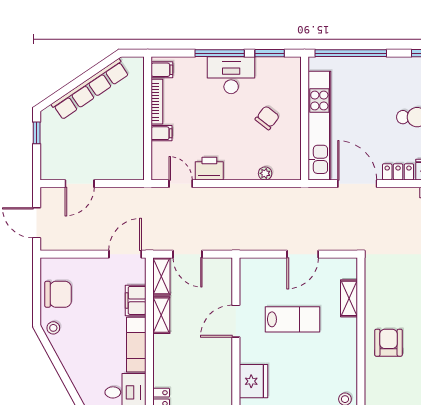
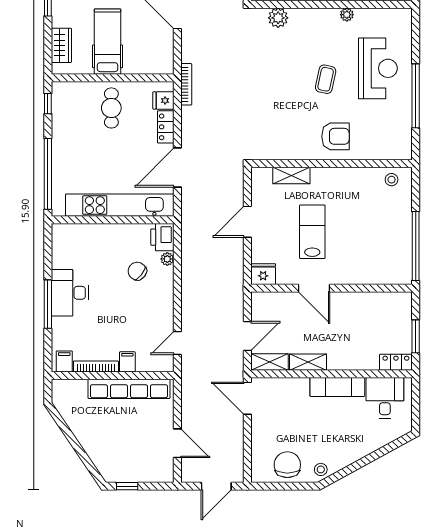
window: (270, 53) -> (48, 255), removed
row of seats: (90, 89) -> (129, 389), moved, turned 124
chair: (267, 118) -> (137, 271), moved
printer: (209, 169) -> (162, 237), moved
door: (303, 254) -> (247, 222), swing flipped
filing cabinet: (136, 300) -> (293, 388), removed
armchair: (389, 343) -> (335, 136), turned 180
fridge: (254, 381) -> (263, 274), moved, width x0.73, depth x0.75

